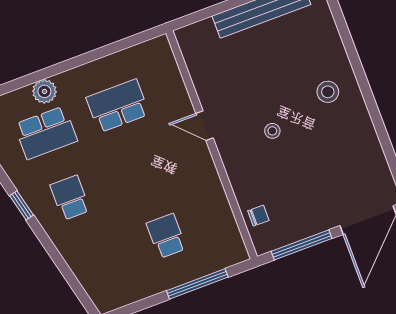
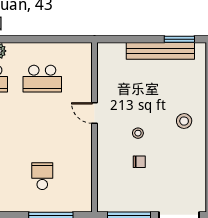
school desk: (118, 106) -> (42, 79), turned 180
chair: (258, 216) -> (139, 162), moved

